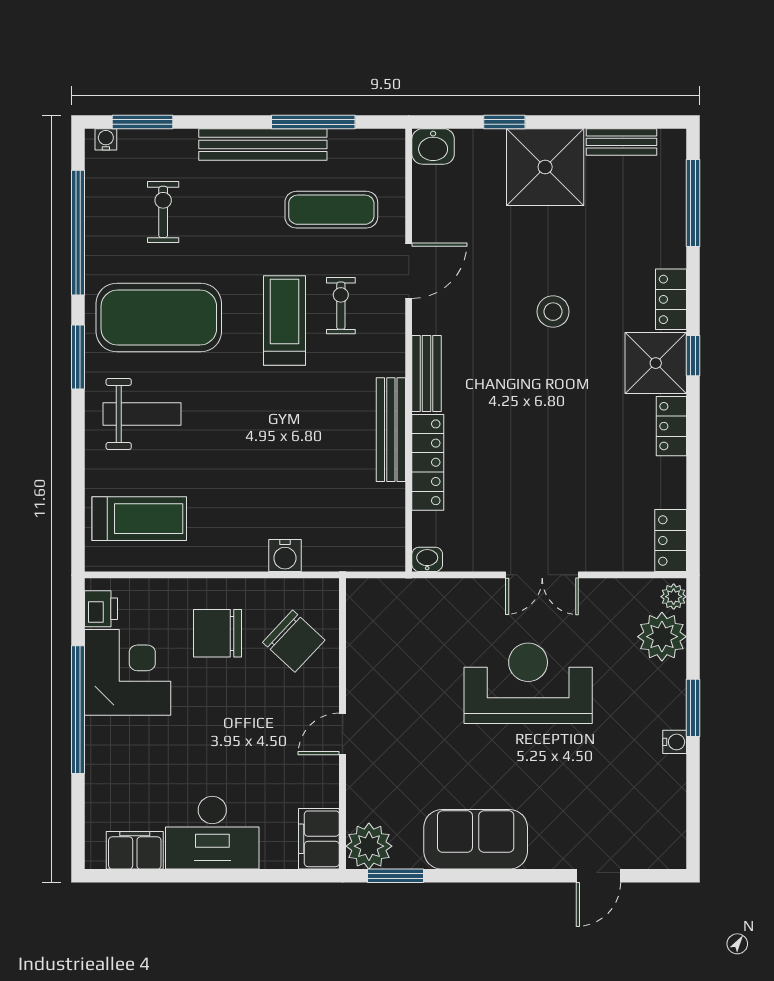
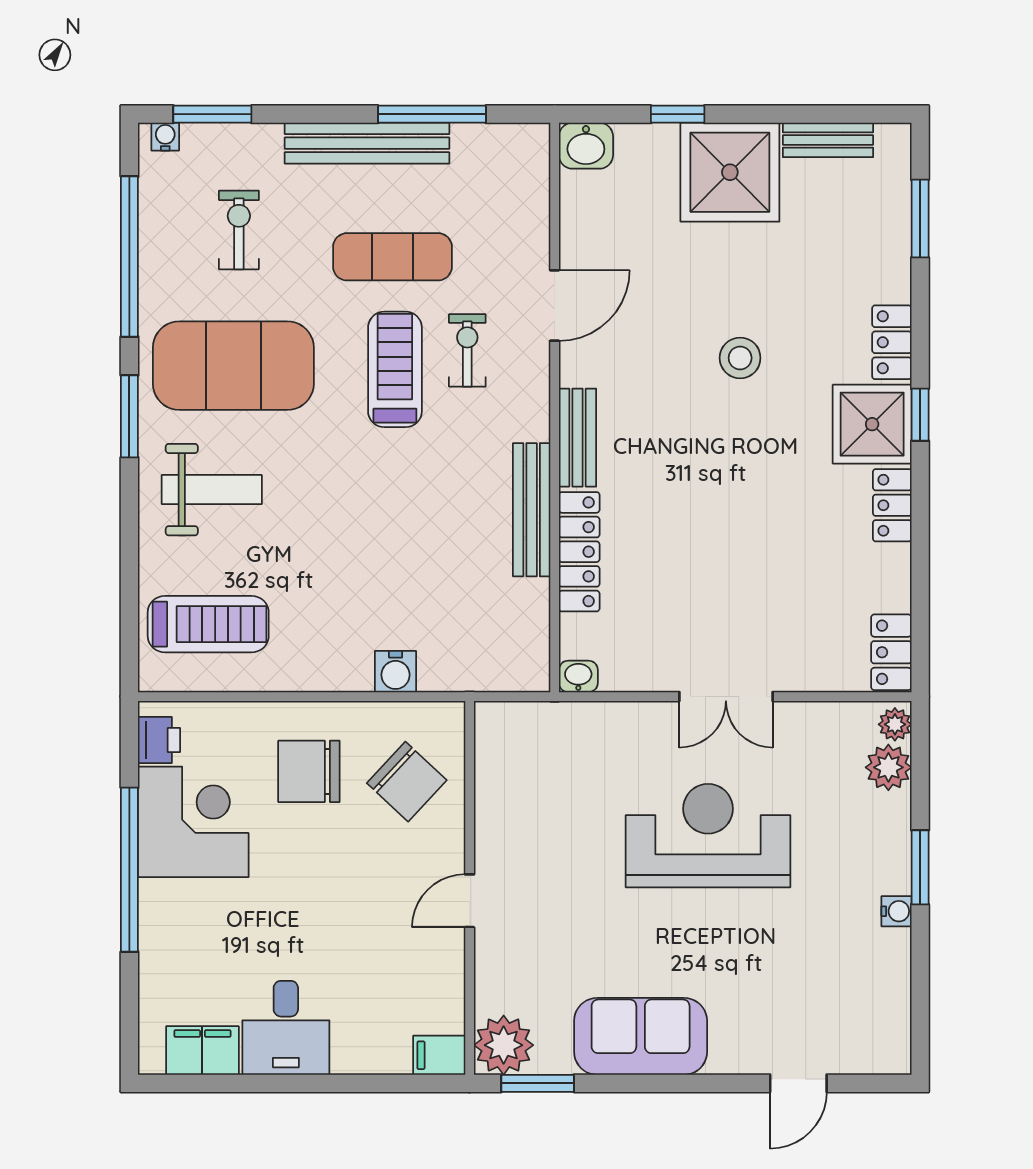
window: (693, 203) -> (920, 219), width x0.69
exercise mat: (331, 210) -> (392, 257), moved
plant: (662, 637) -> (888, 767), width x0.73, depth x0.73
desk: (212, 833) -> (286, 1028), width x0.73
filing cabinet: (319, 839) -> (439, 1055), width x0.50

